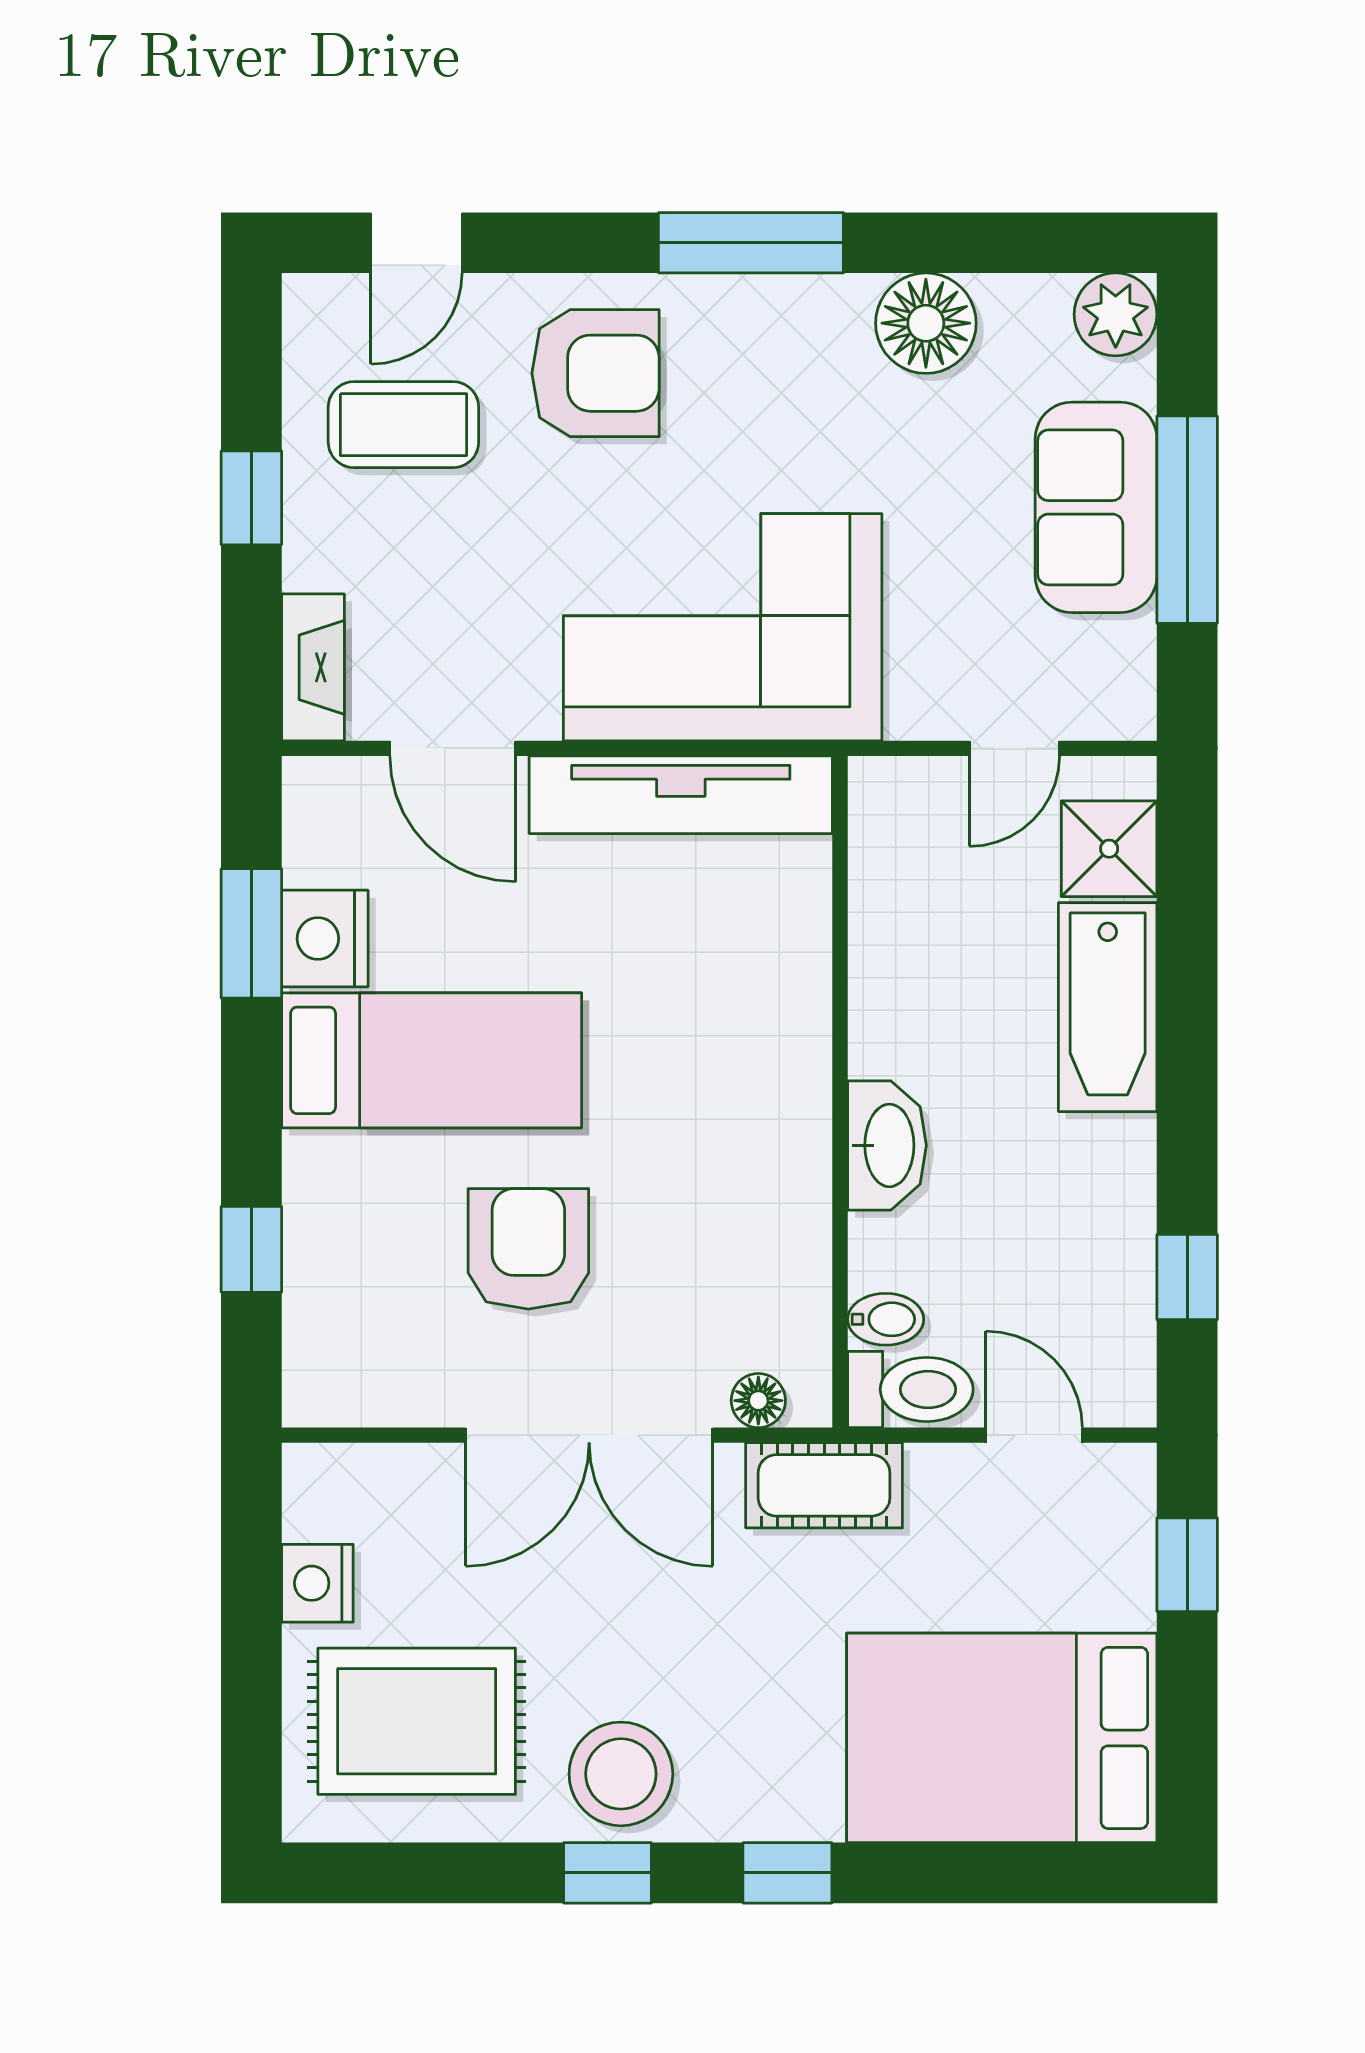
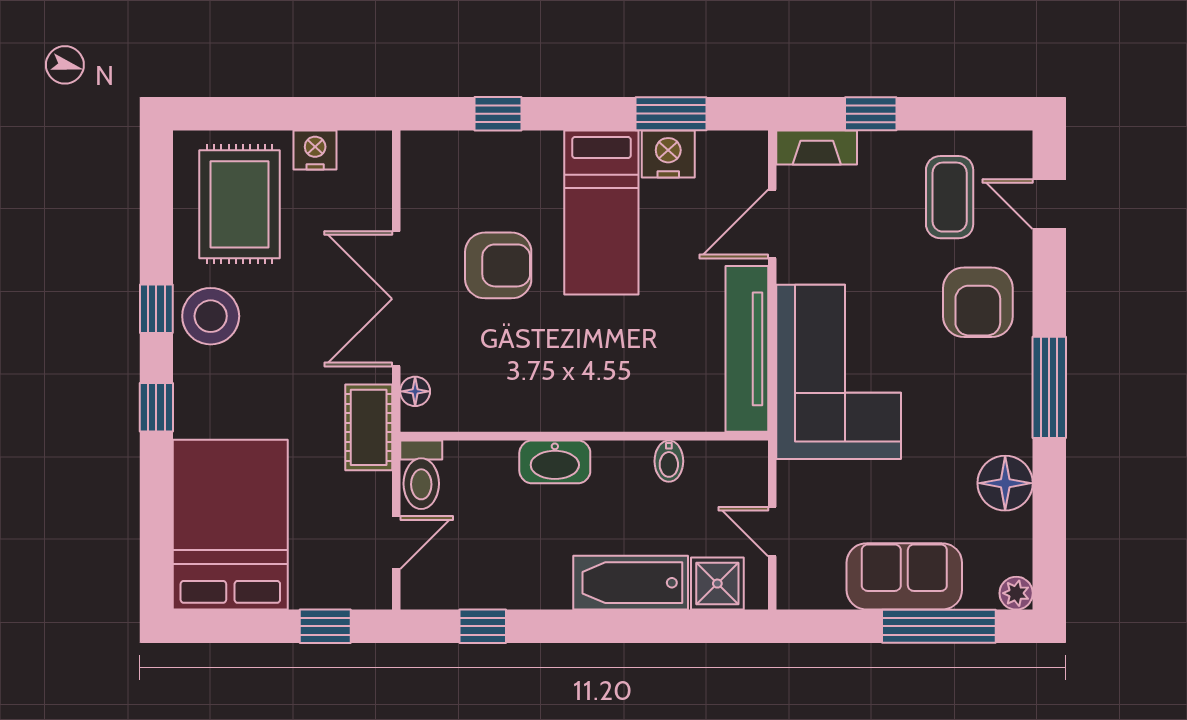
plant: (1116, 314) -> (1016, 593), width x0.73, depth x0.73
window: (251, 498) -> (871, 114), moved
window: (1187, 520) -> (939, 626), moved
bidet: (886, 1319) -> (669, 461), moved

